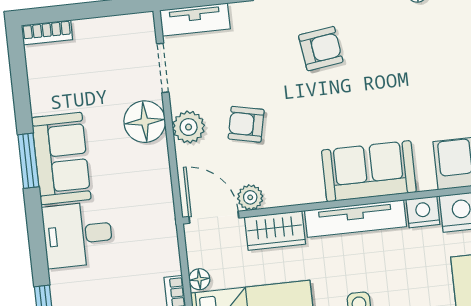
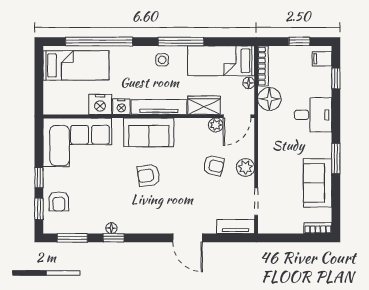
armchair: (321, 49) -> (149, 175), moved
floor lamp: (145, 122) -> (269, 99), moved
sofa: (61, 158) -> (318, 183), moved
door: (214, 217) -> (237, 116), hinge flipped

